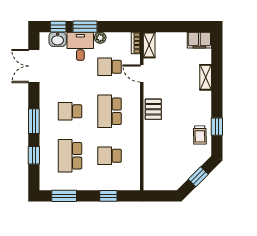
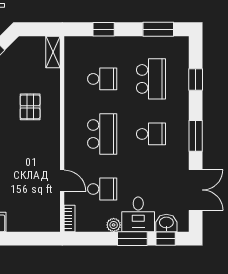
shelving: (149, 45) -> (53, 52), moved
pallet: (153, 109) -> (30, 107), moved
window: (34, 121) -> (196, 136), moved

